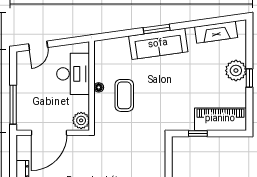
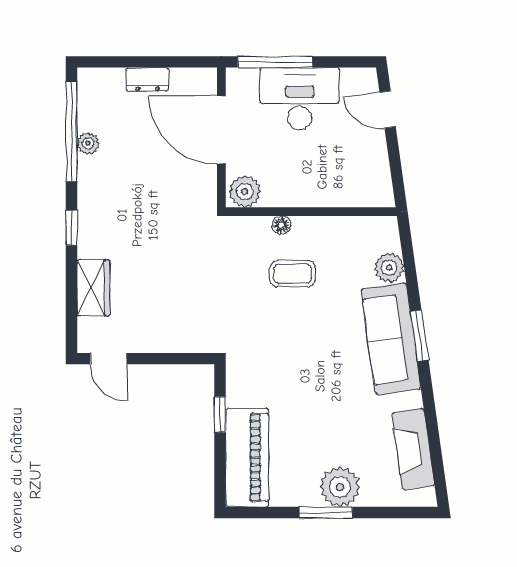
plant: (121, 45) -> (389, 268), added
desk: (73, 74) -> (300, 99), moved, turned 180
window: (249, 78) -> (326, 513), width x1.50
floor lamp: (99, 87) -> (281, 225), moved
coffee table: (124, 95) -> (293, 274), width x0.73, depth x0.77

